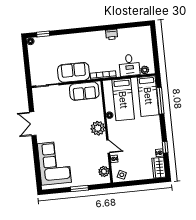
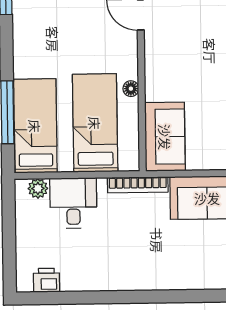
printer: (112, 35) -> (46, 280), moved
sofa: (84, 91) -> (165, 137), moved, turned 90
plant: (98, 128) -> (161, 60), removed

